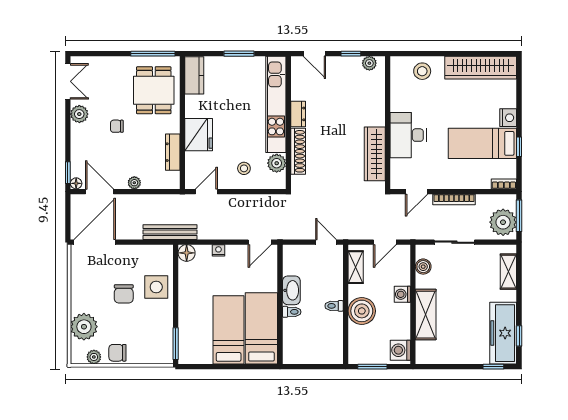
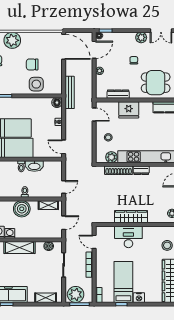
wardrobe: (375, 154) -> (131, 217), moved
door: (385, 242) -> (64, 223), swing flipped
washing machine: (402, 294) -> (10, 233), moved

